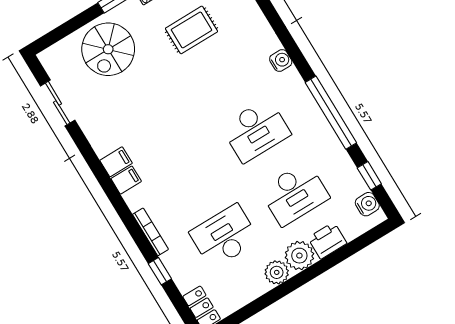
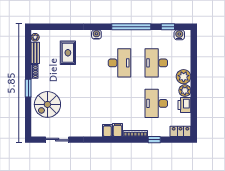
rug: (191, 30) -> (68, 53), moved
spiral stairs: (108, 49) -> (47, 104), turned 90
filing cabinet: (116, 162) -> (118, 130), moved
desk: (294, 194) -> (156, 63), turned 180
printer: (327, 241) -> (184, 105), moved

